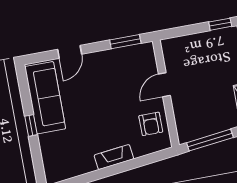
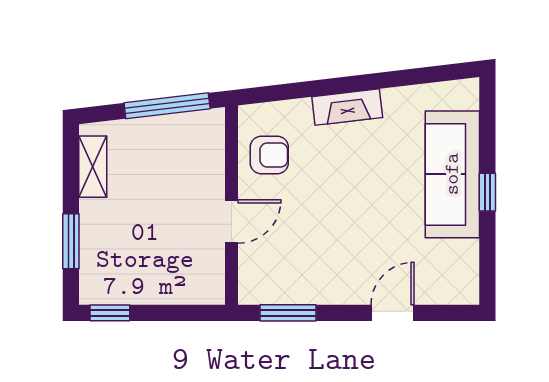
sofa: (45, 98) -> (452, 174), moved
armchair: (151, 124) -> (269, 155), turned 90

